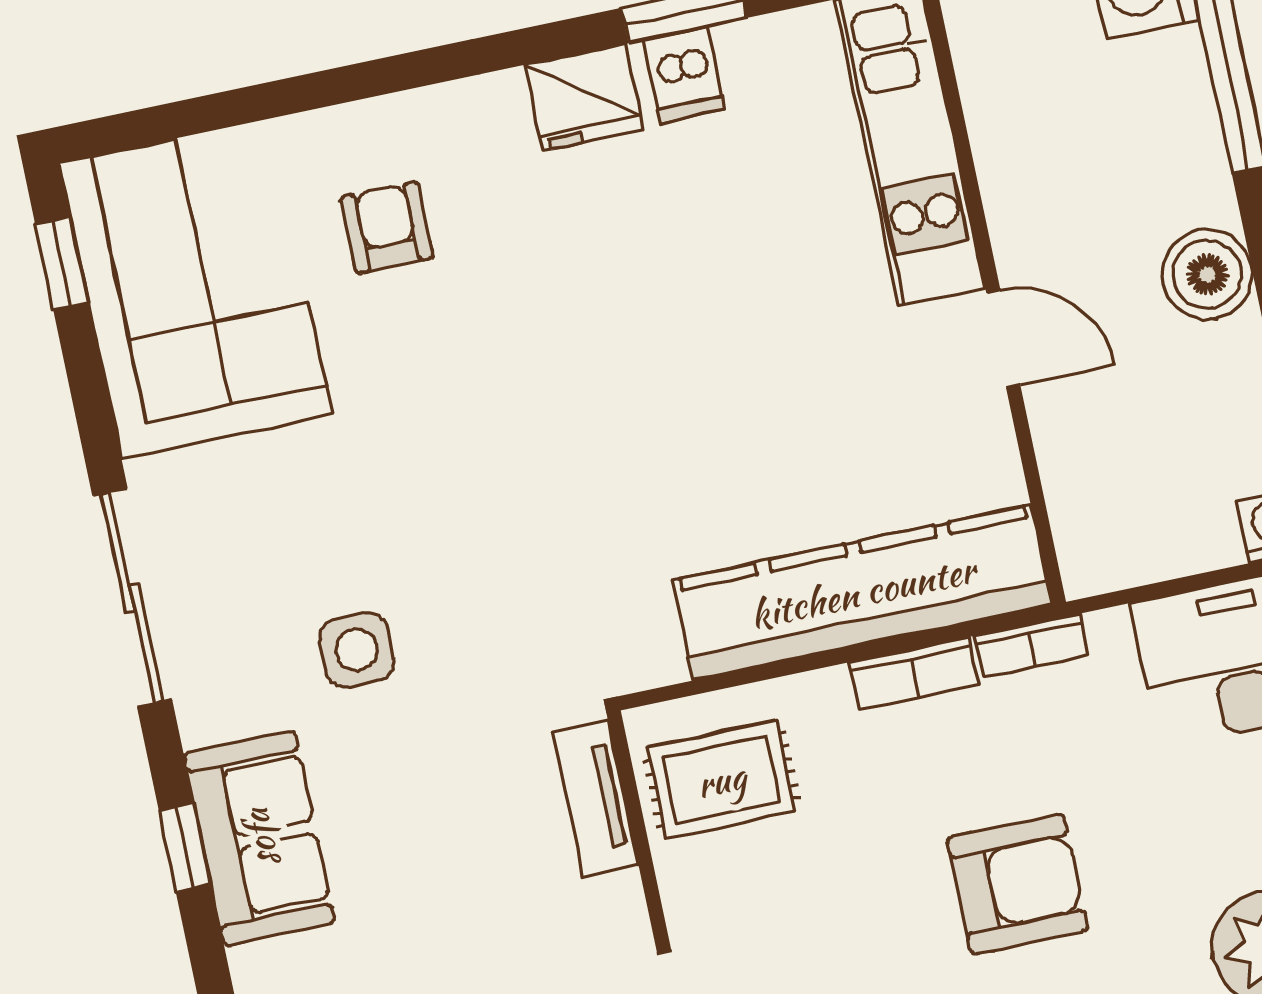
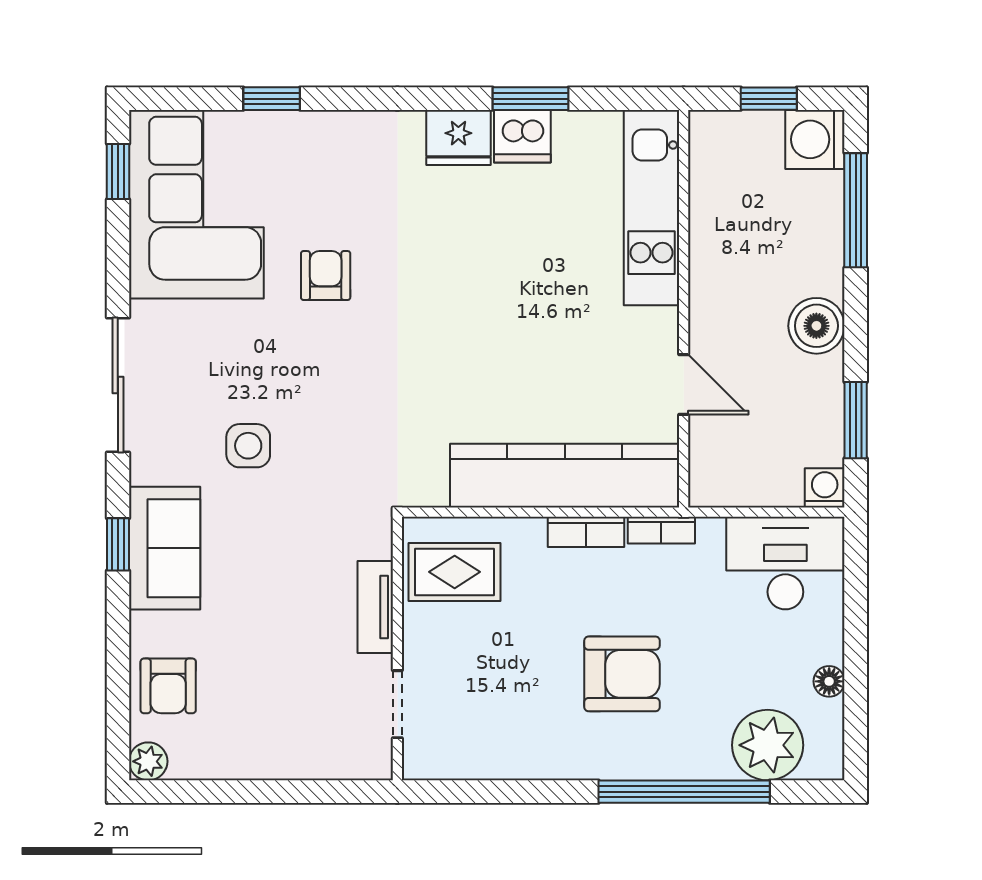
dishwasher: (684, 74) -> (522, 136), width x1.38
window: (278, 98) -> (272, 99), added
armchair: (387, 228) -> (326, 276), moved
door: (1003, 339) -> (684, 385), moved
tv unit: (596, 798) -> (375, 607), moved

